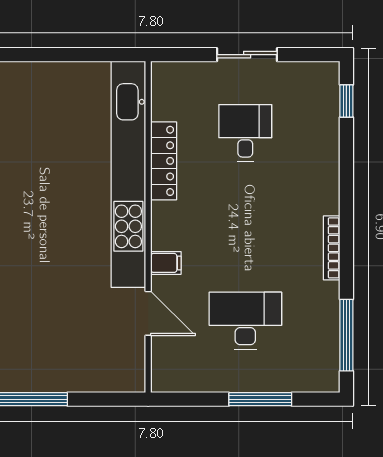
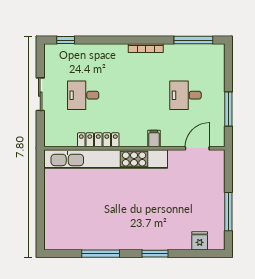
door: (148, 313) -> (197, 148), moved
desk: (245, 321) -> (186, 95), width x0.73
window: (260, 399) -> (228, 109), moved

